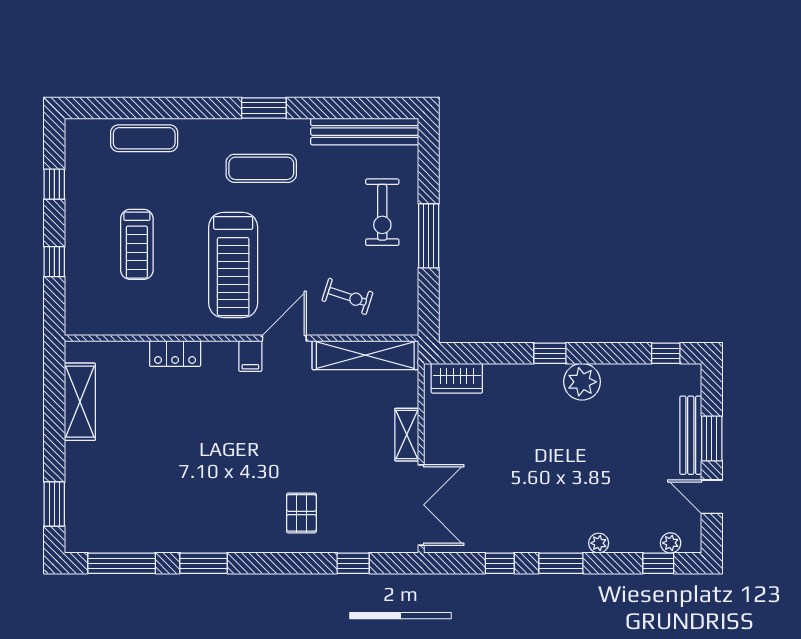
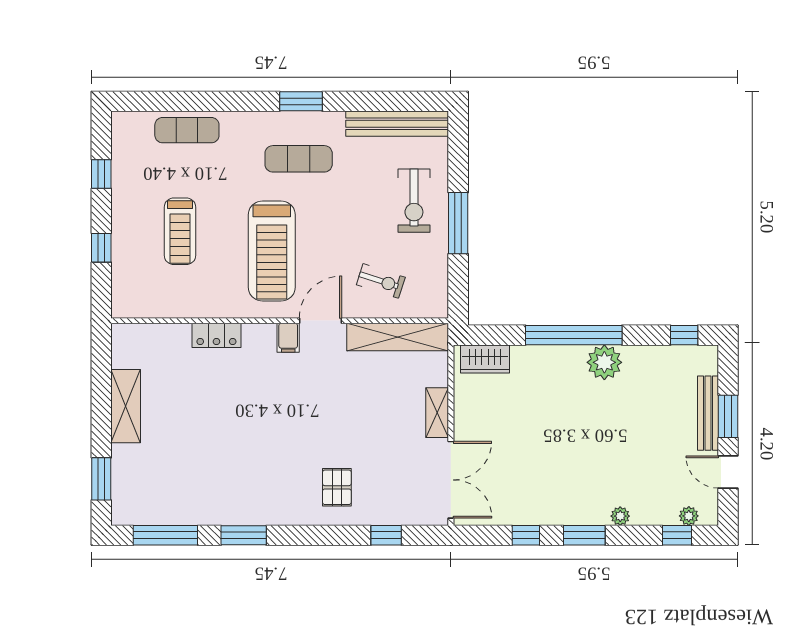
window: (550, 353) -> (574, 335), width x3.17
shelving: (80, 402) -> (126, 406), moved

